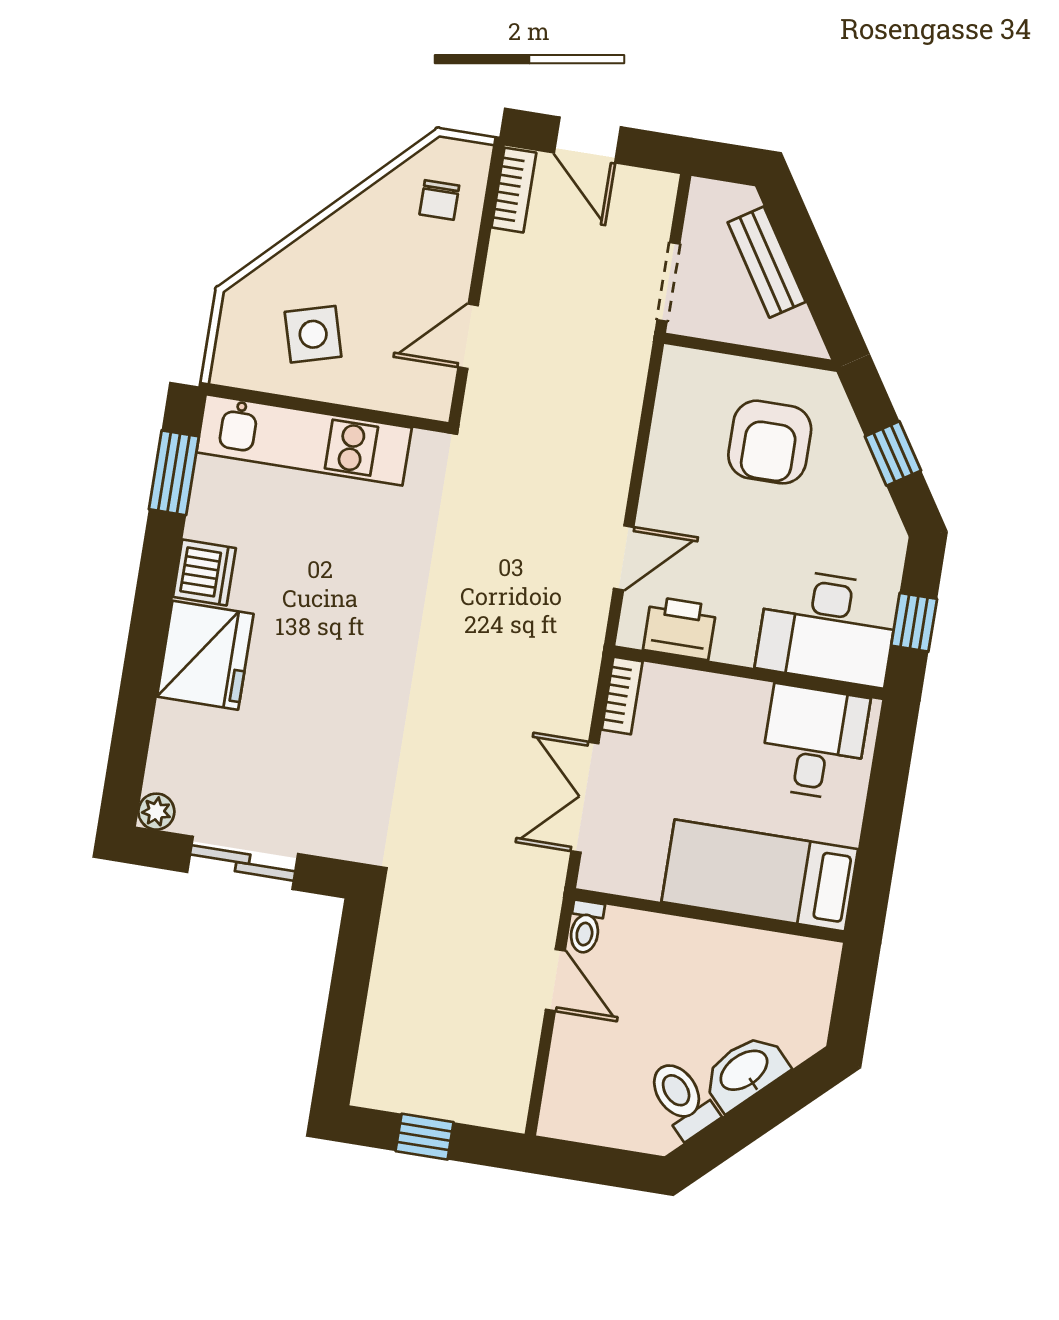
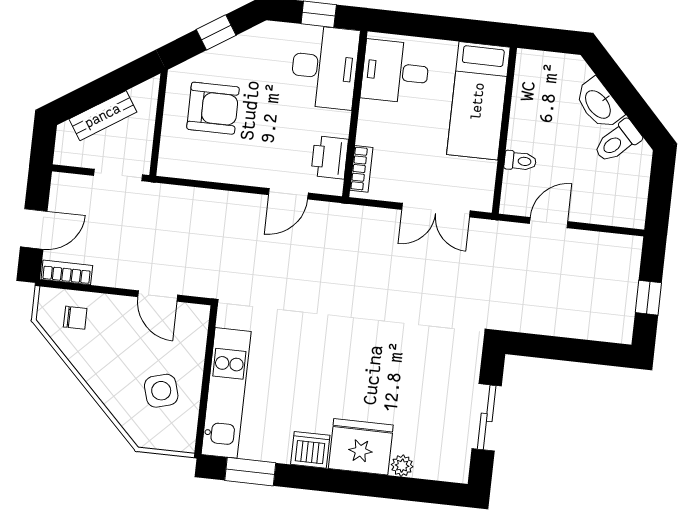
door: (624, 558) -> (288, 194), swing flipped
bookcase: (622, 696) -> (361, 169), moved, turned 90
plant: (156, 812) -> (402, 466), moved
toilet: (586, 927) -> (520, 161), moved

